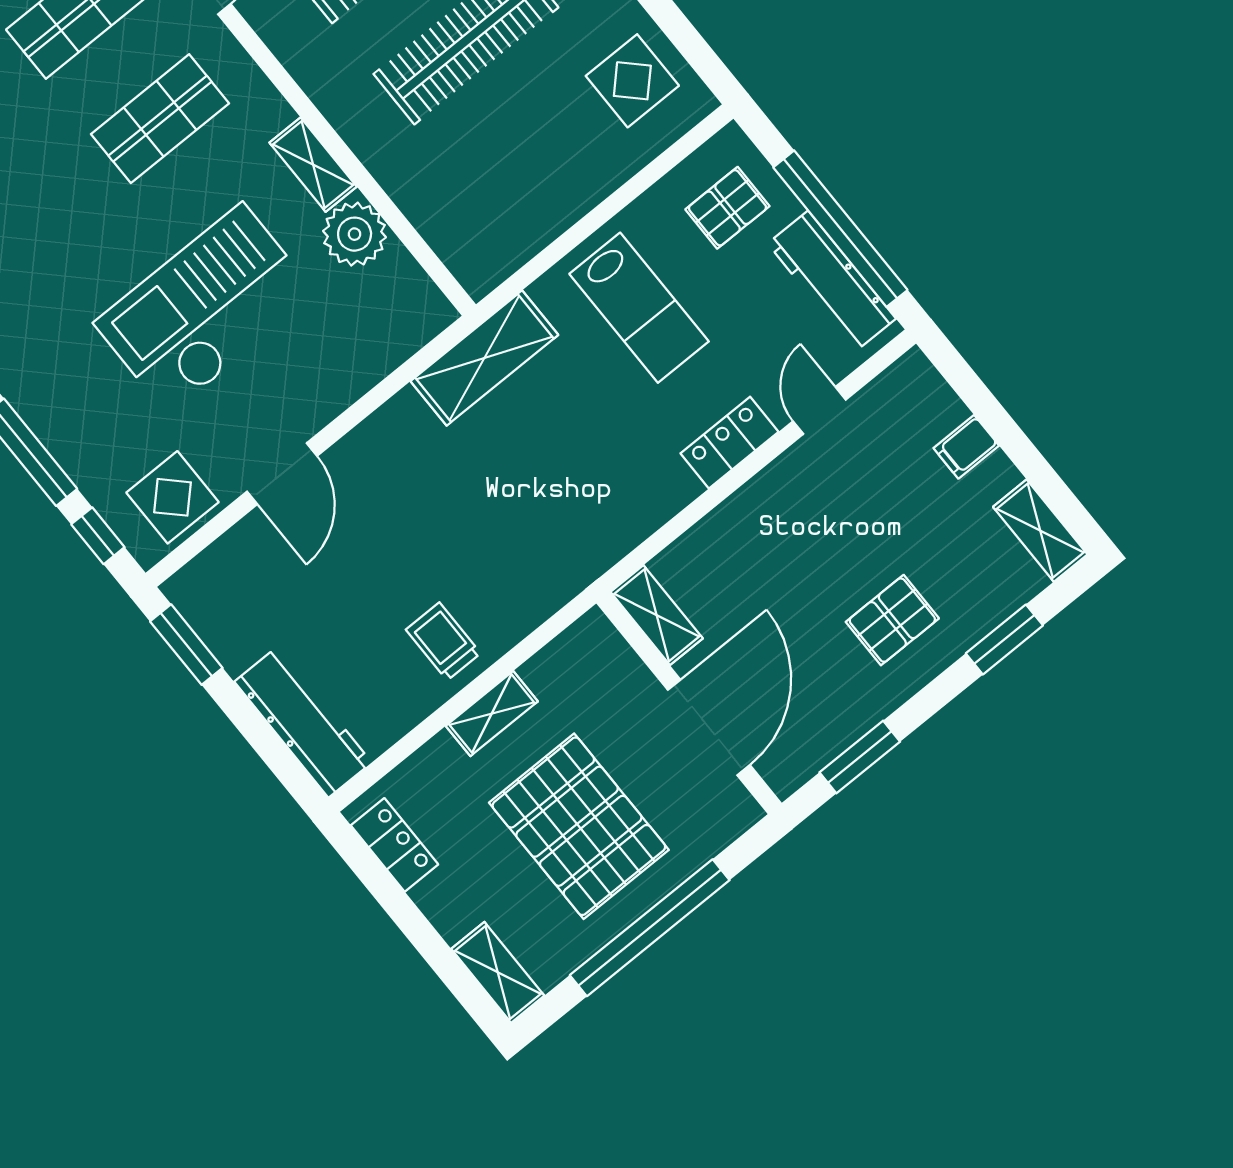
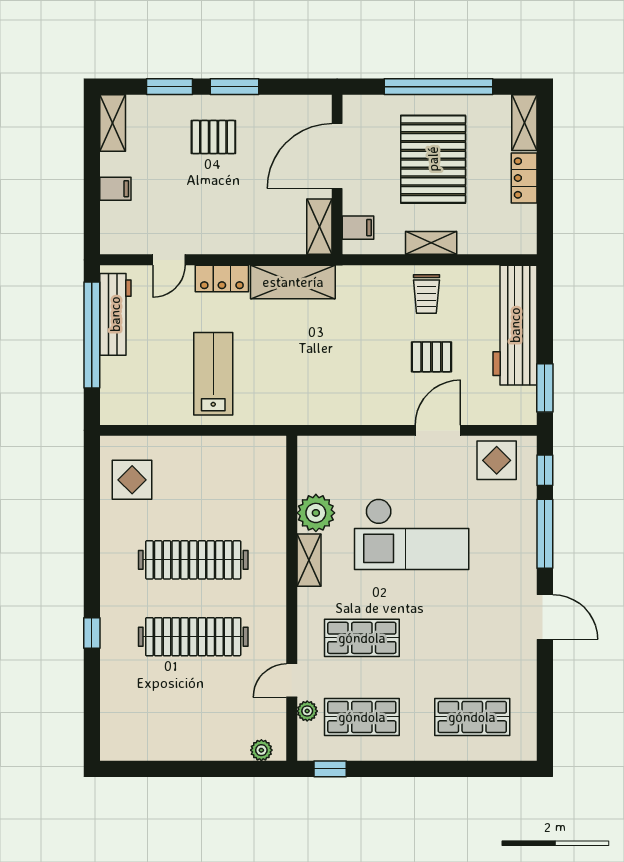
pallet: (727, 208) -> (432, 357), moved
shelving: (484, 358) -> (293, 282), moved
filing cabinet: (605, 656) -> (358, 228), added
workbench: (303, 722) -> (515, 325), width x1.36, depth x1.32
window: (860, 757) -> (234, 87), moved
locker: (395, 845) -> (524, 178), moved

